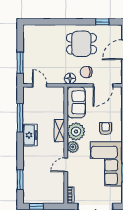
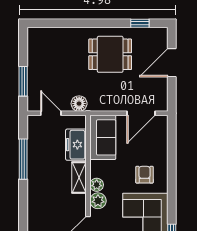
chair: (86, 72) -> (117, 94), removed
floor lamp: (70, 78) -> (79, 104), moved
plant: (76, 132) -> (97, 185), width x0.53, depth x0.53
freezer: (30, 135) -> (76, 145), moved, turned 180

